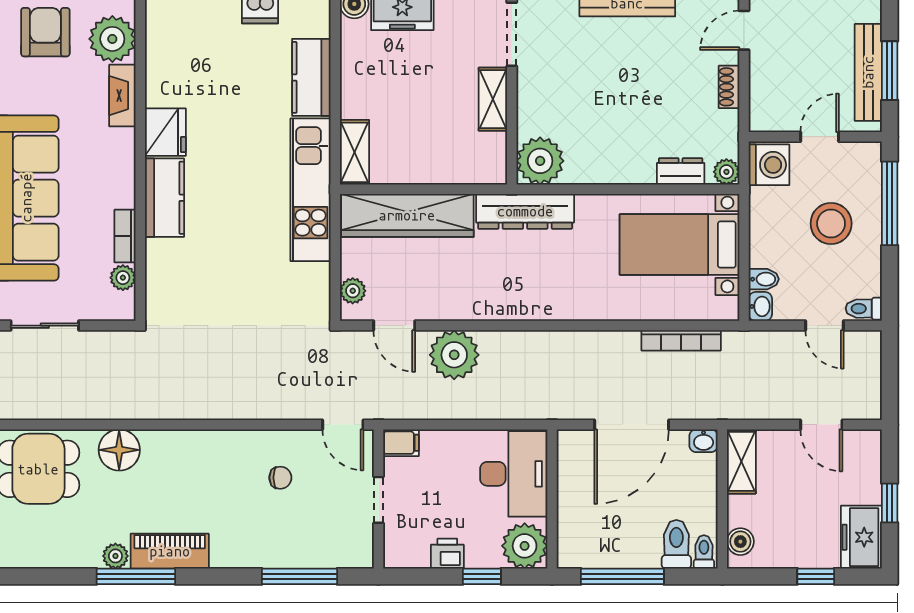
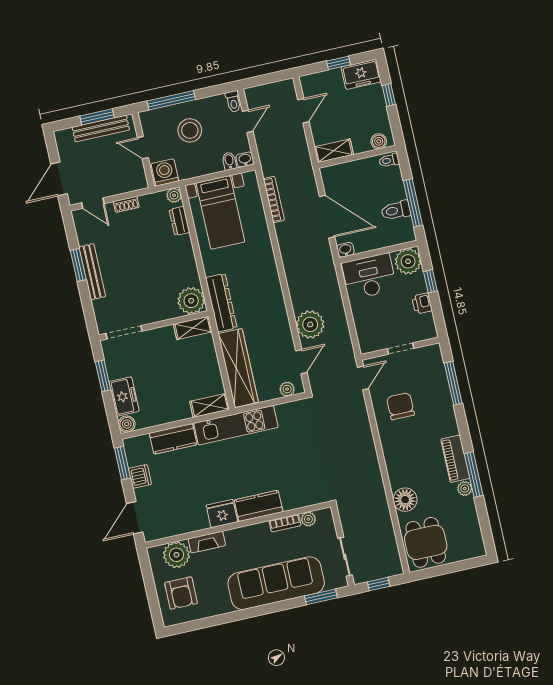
armchair: (45, 32) -> (181, 593), turned -90
shelving: (493, 99) -> (193, 328), moved
washbasin: (704, 441) -> (345, 250), moved, turned -90
filing cabinet: (401, 443) -> (366, 343), removed
chair: (280, 478) -> (400, 406), width x1.87, depth x1.87
toilet: (676, 544) -> (396, 210), moved

